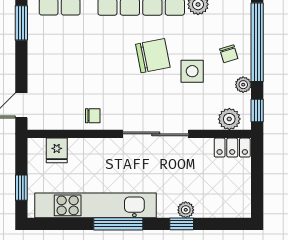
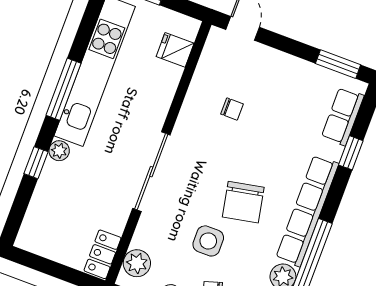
chair: (93, 116) -> (232, 109), moved, turned -90
plant: (186, 210) -> (59, 151), moved

